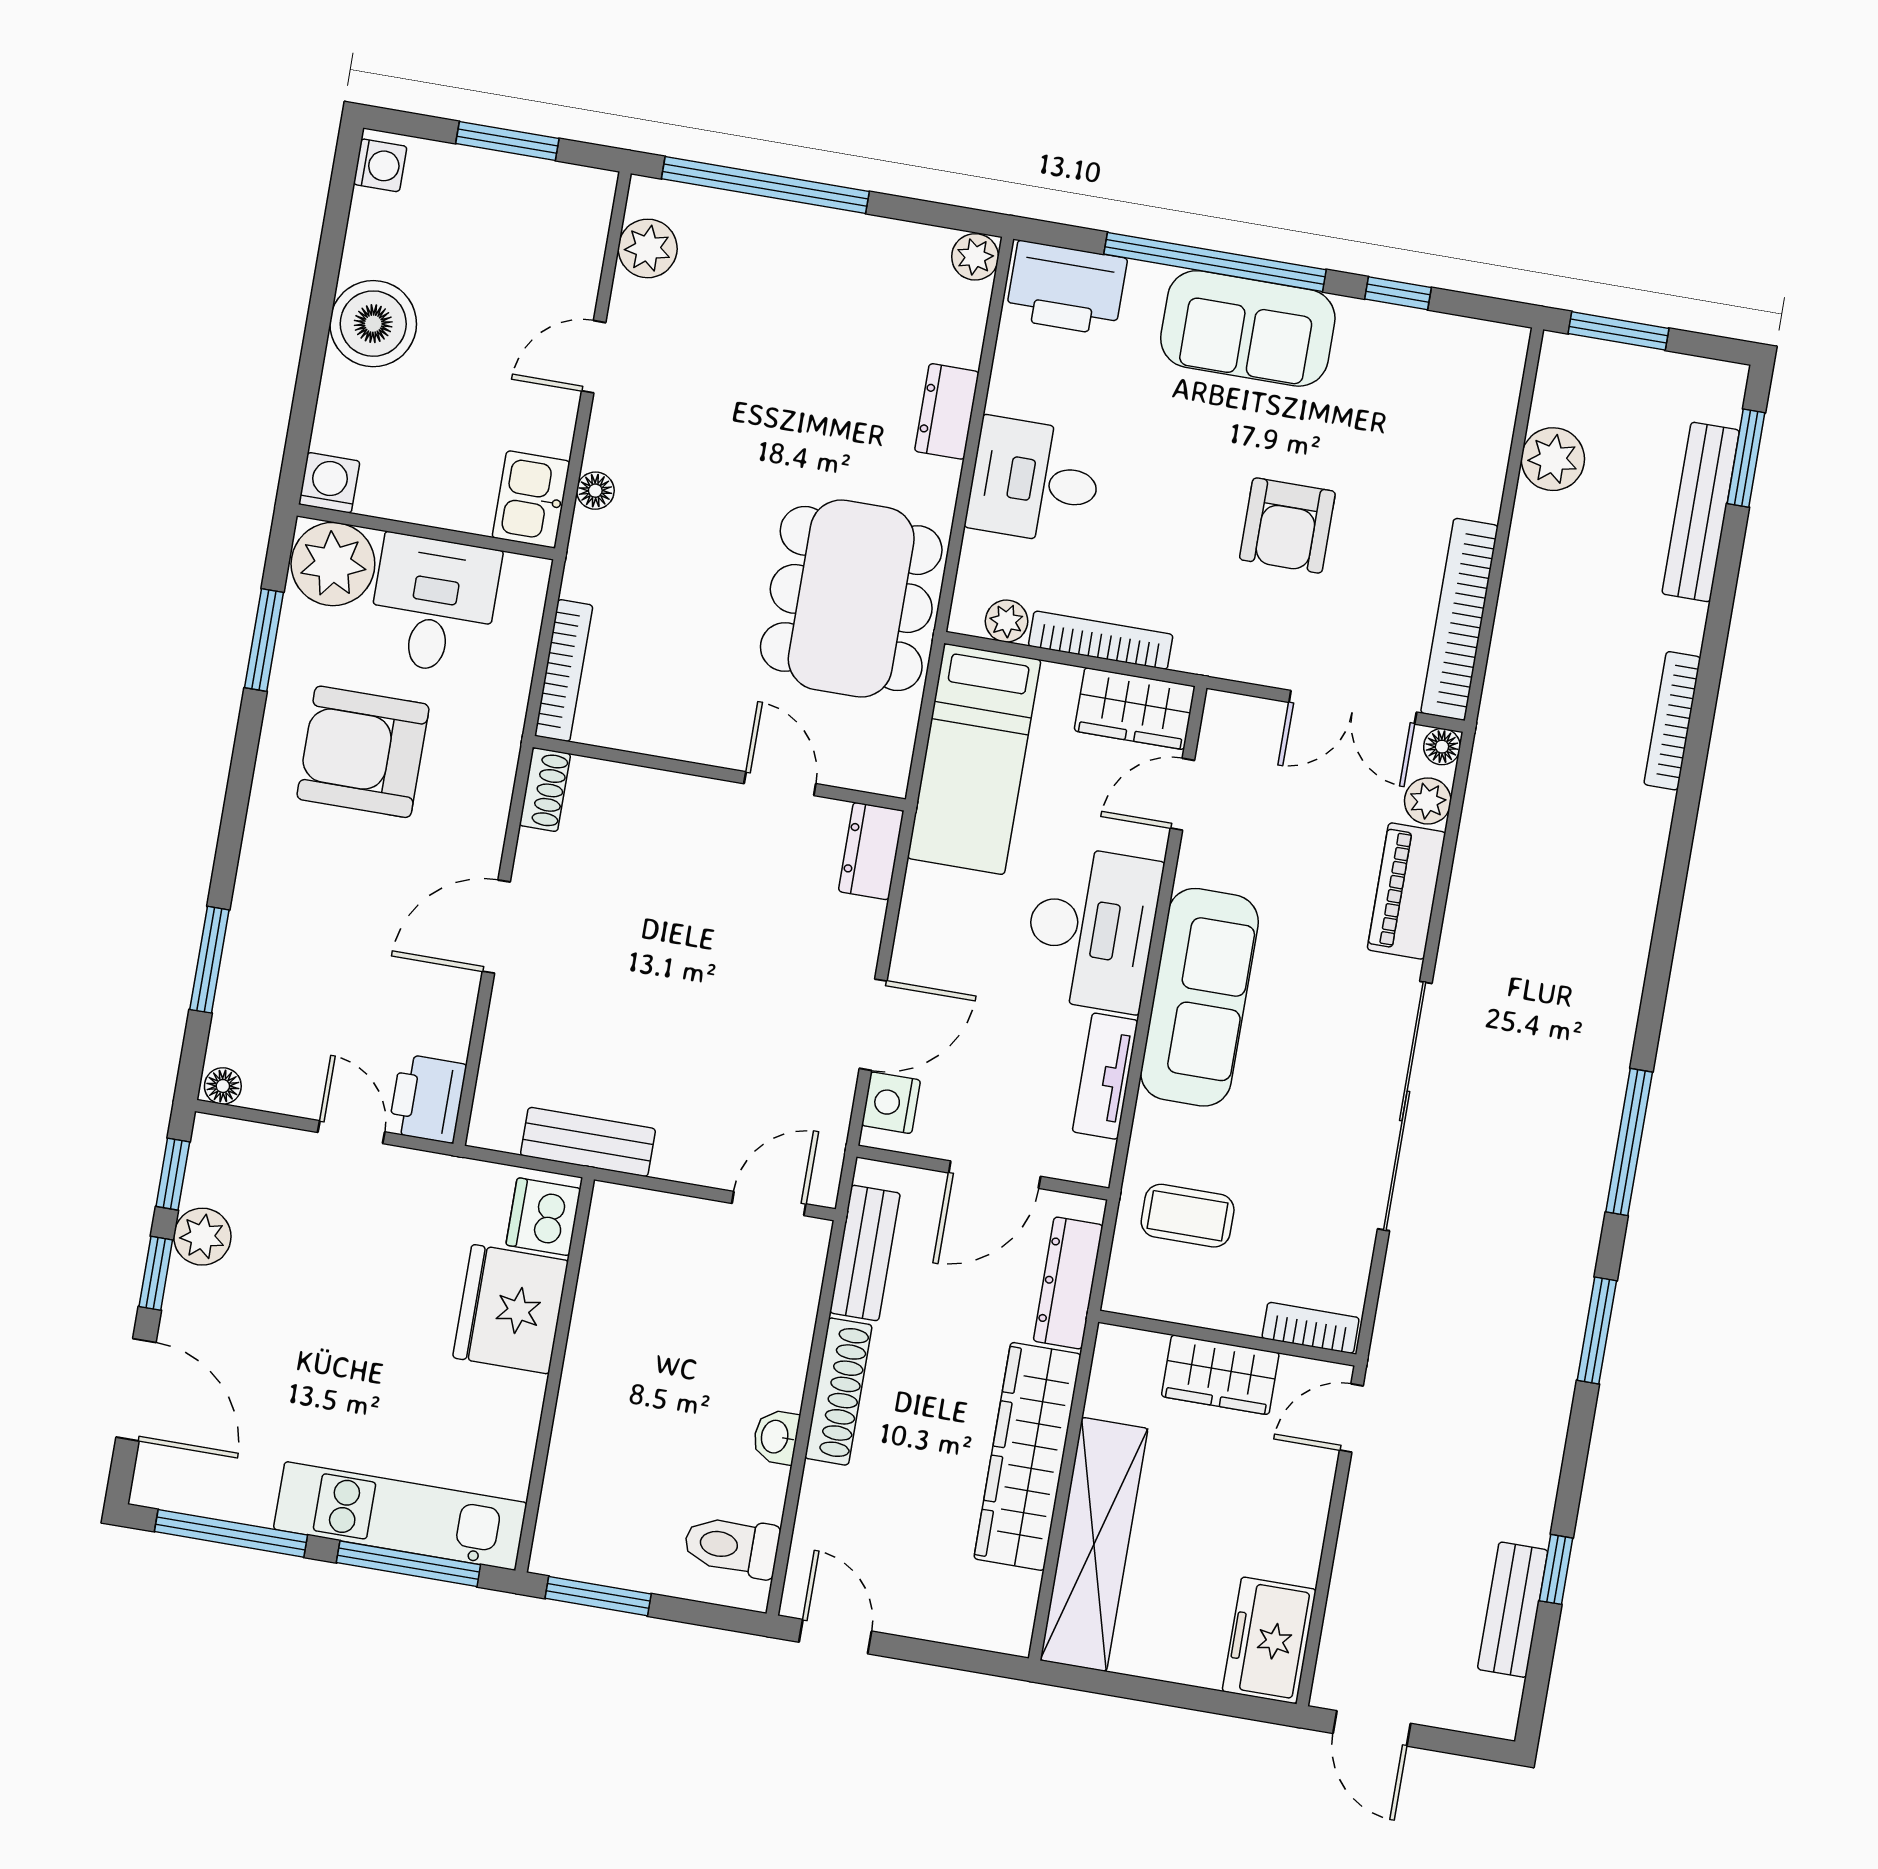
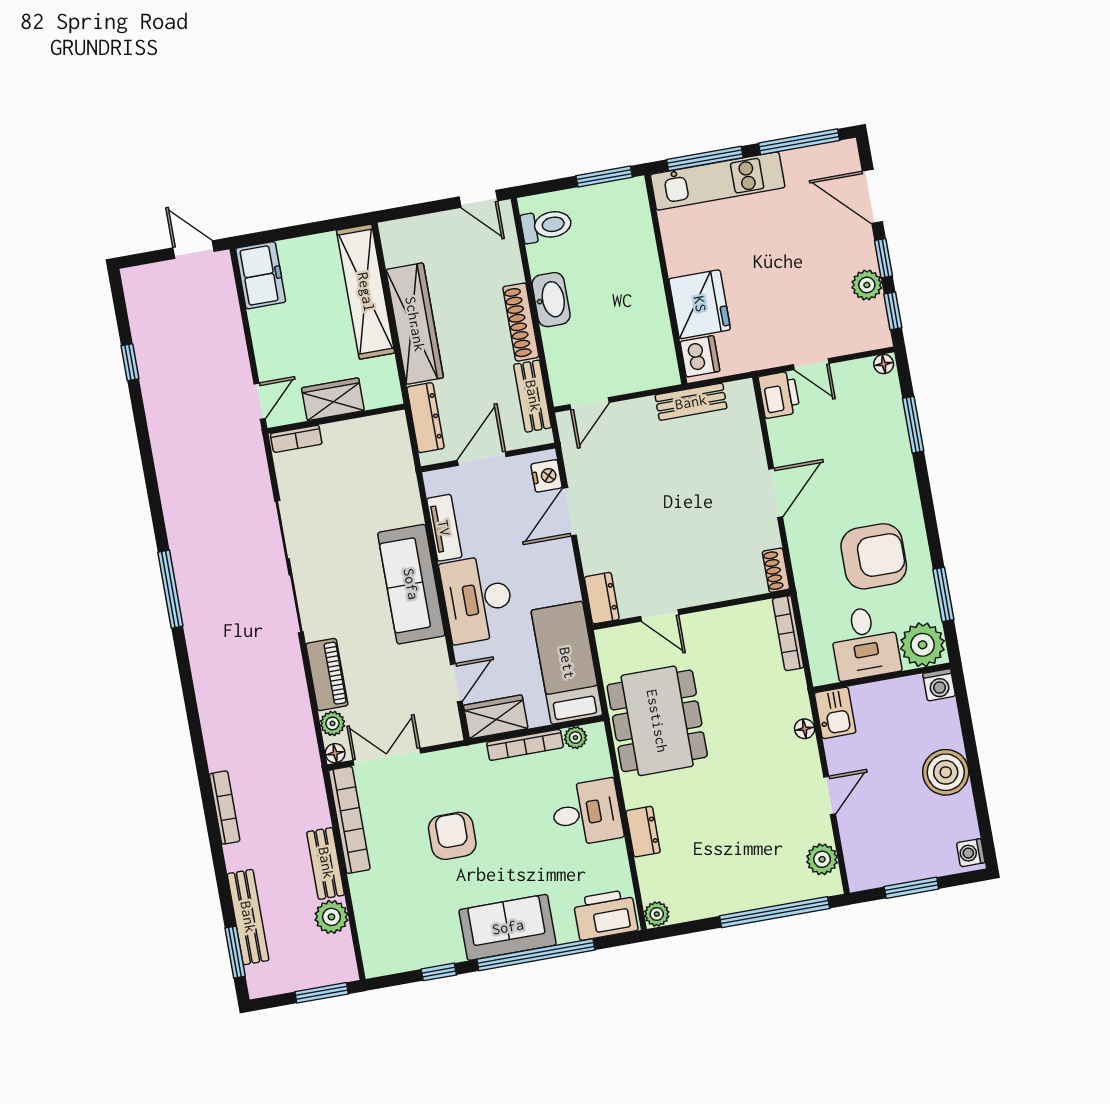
coffee table: (1188, 1216) -> (378, 473), removed
window: (1597, 1331) -> (153, 489), removed
washbasin: (776, 1437) -> (551, 300), width x1.91, depth x1.45
bench: (1513, 1610) -> (326, 863), moved

